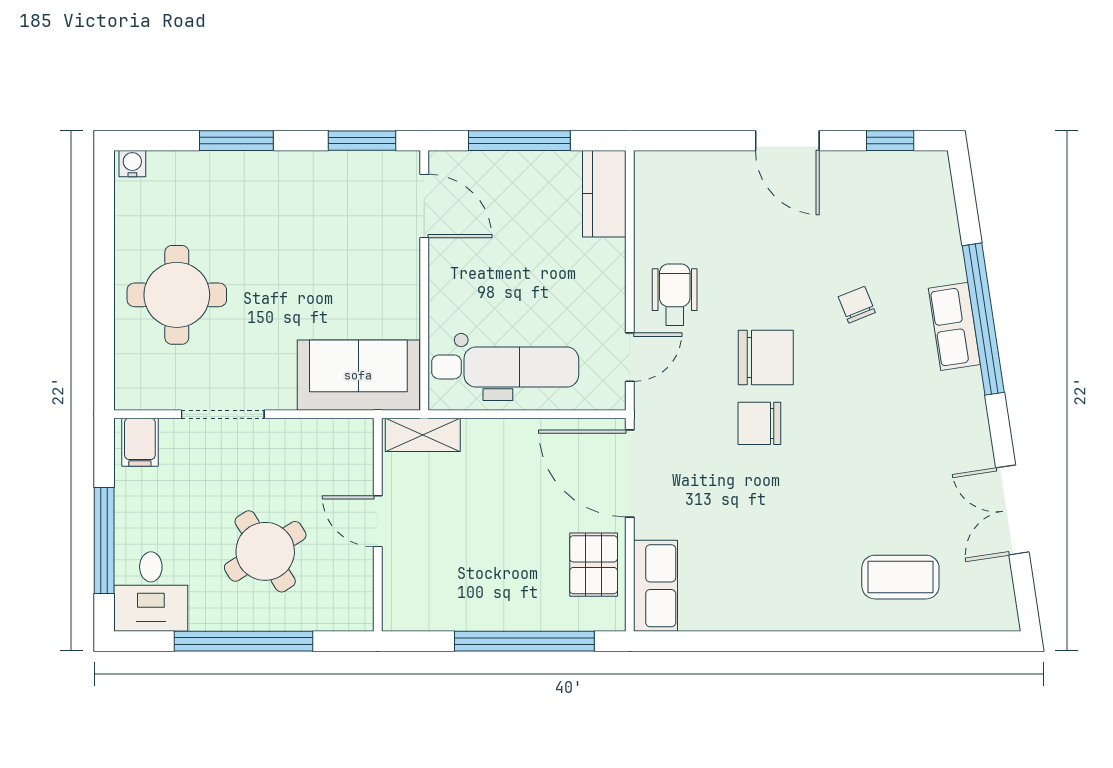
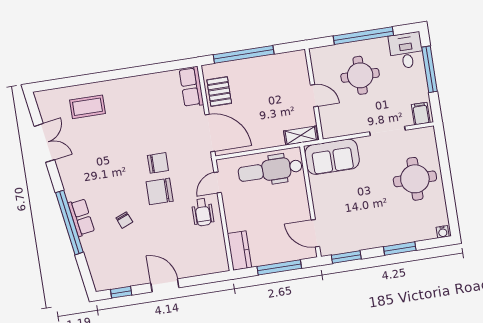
round table: (265, 551) -> (360, 75), turned 32

